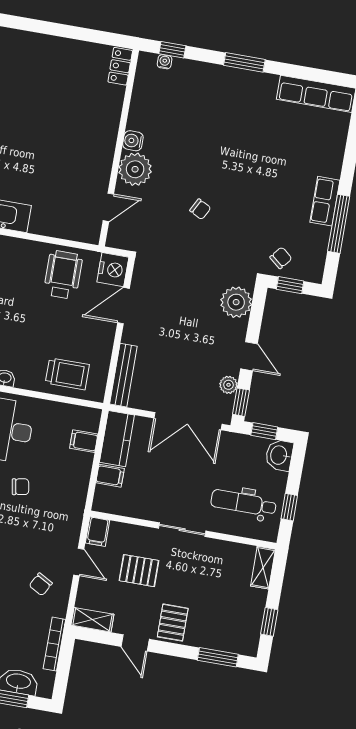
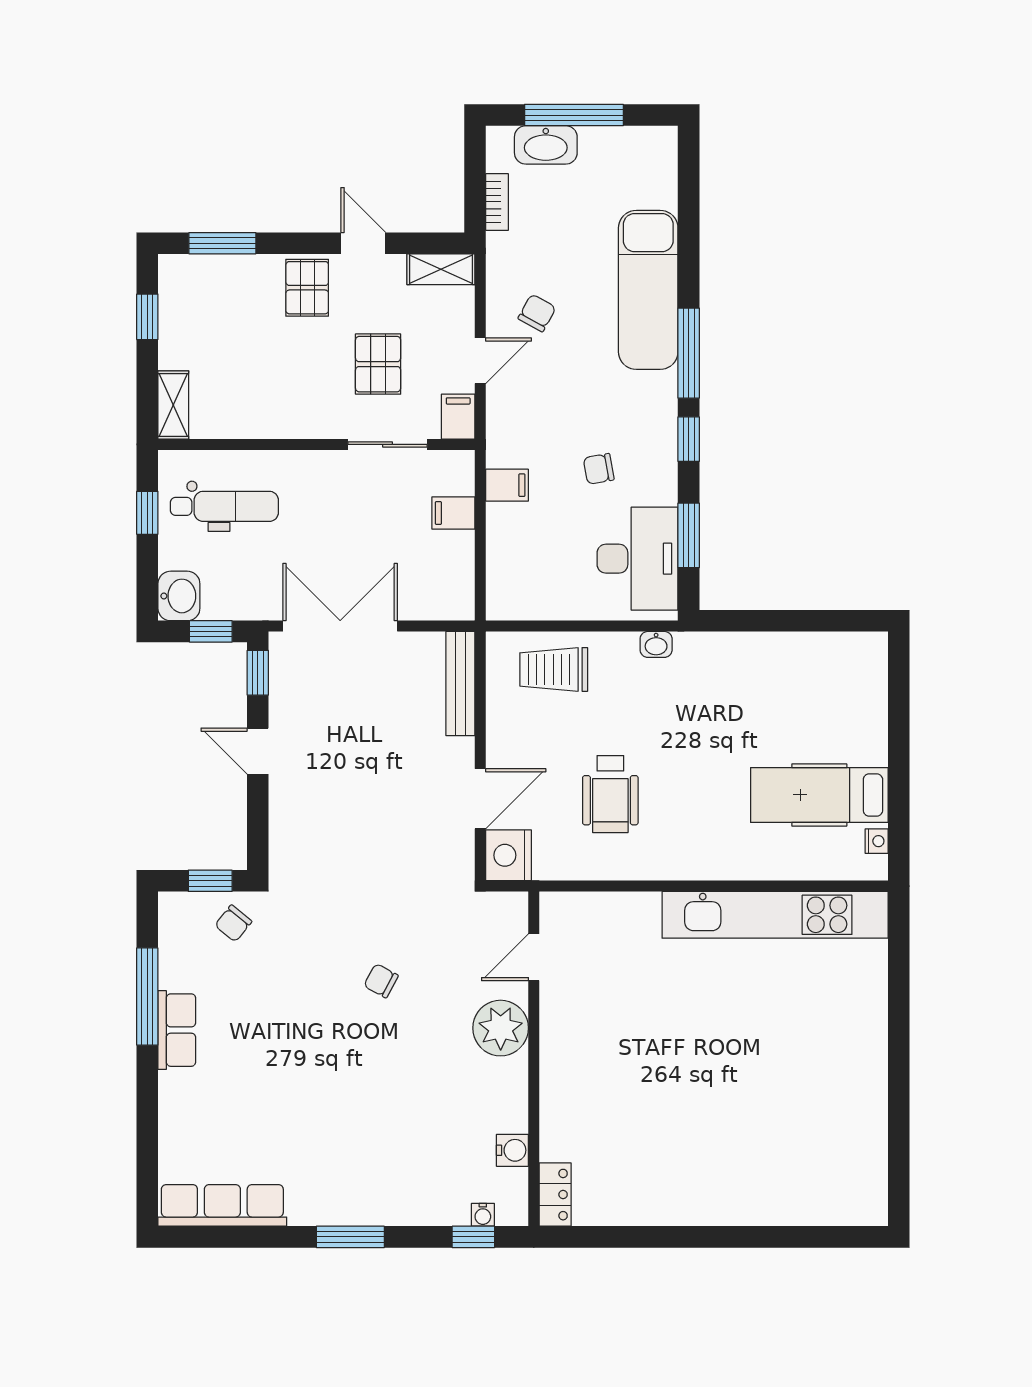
water cooler: (133, 141) -> (512, 1150), moved
wheelchair: (63, 275) -> (610, 794), moved
plant: (236, 302) -> (295, 837), removed
plant: (228, 385) -> (283, 698), removed
kitchen counter: (117, 439) -> (453, 576), removed
filing cabinet: (84, 441) -> (507, 485), moved
sliding door: (182, 530) -> (387, 444), moved
door: (79, 562) -> (480, 361), swing flipped
pallet: (139, 571) -> (378, 364), turned 90
bookcase: (54, 644) -> (497, 202), width x0.64

